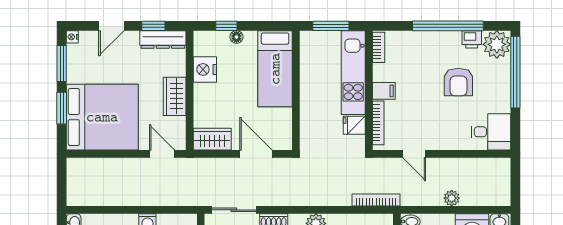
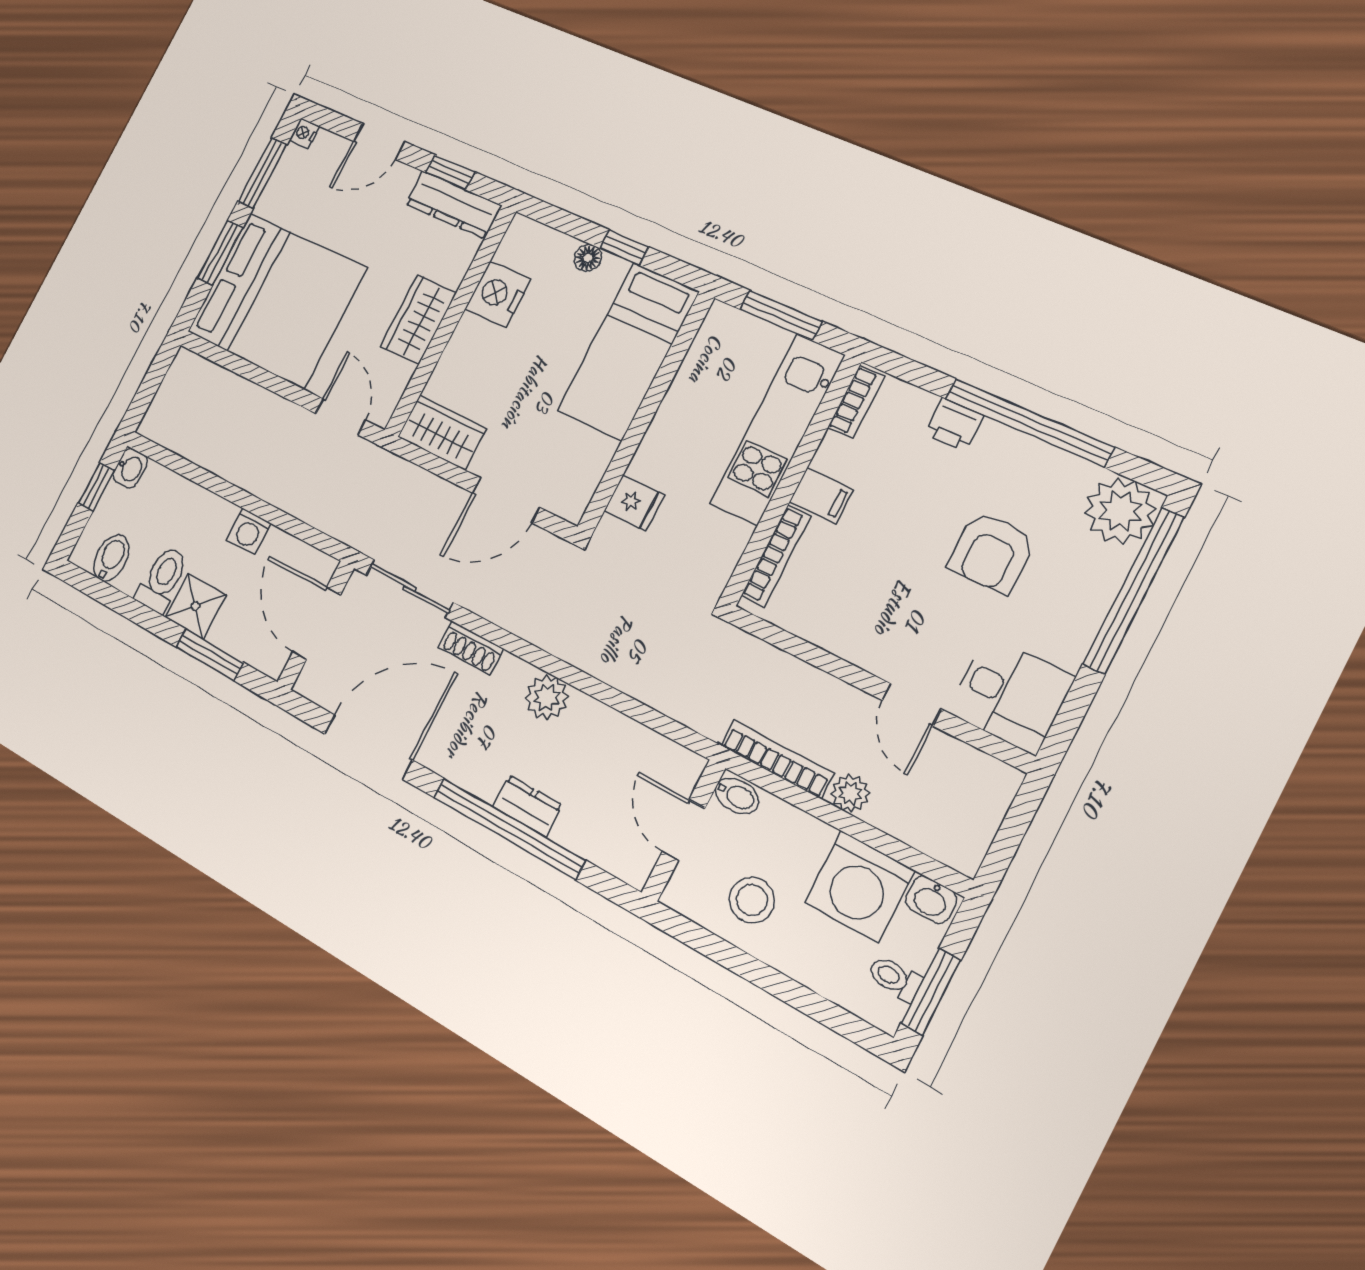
window: (226, 26) -> (624, 248), moved
printer: (472, 39) -> (954, 424), moved
fridge: (354, 125) -> (634, 503), moved, turned 180
door: (256, 154) -> (506, 500), swing flipped
door: (414, 154) -> (912, 705), moved
bookcase: (376, 200) -> (777, 759), moved

